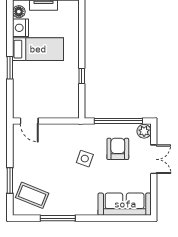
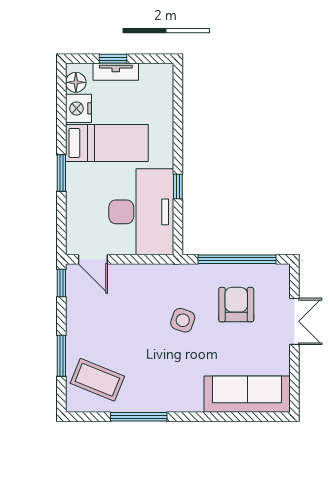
desk: (59, 92) -> (141, 212), added
plant: (144, 131) -> (279, 276), removed
window: (10, 136) -> (61, 283), added

